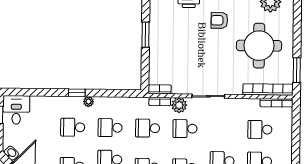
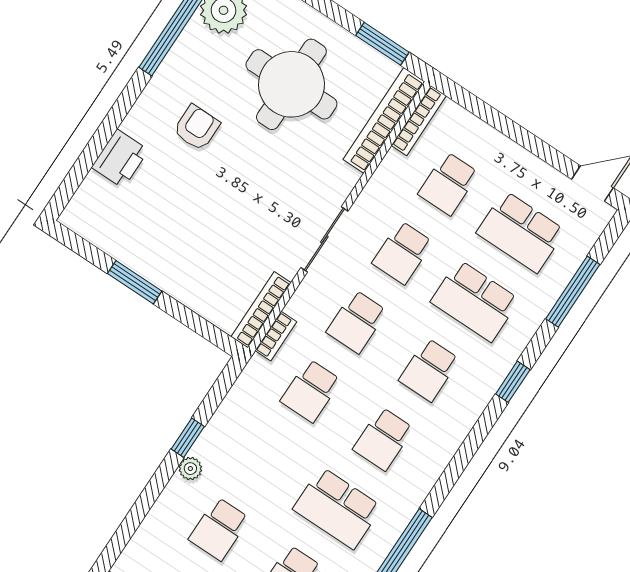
armchair: (219, 20) -> (197, 128), turned 180
bookcase: (160, 89) -> (261, 310), width x1.56
window: (77, 93) -> (188, 438), moved
plant: (179, 105) -> (306, 304), removed
school desk: (110, 128) -> (403, 253), moved

